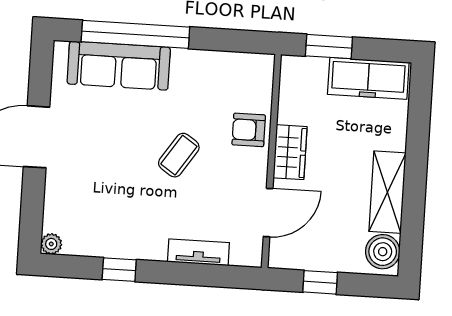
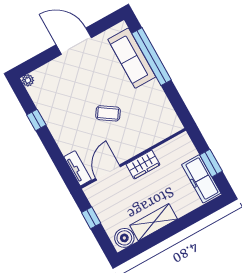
window: (329, 47) -> (211, 163), moved
armchair: (249, 130) -> (141, 138), removed
door: (268, 213) -> (108, 172), swing flipped
tv unit: (198, 252) -> (78, 168), moved

